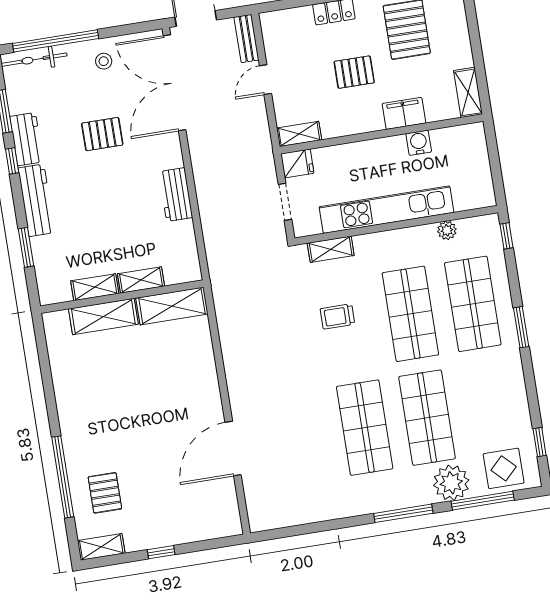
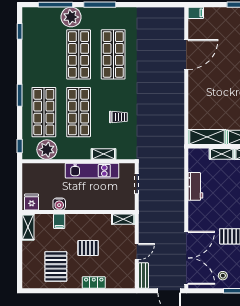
filing cabinet: (404, 113) -> (59, 221), width x0.50
fridge: (297, 163) -> (32, 202), moved, turned 90
workbench: (176, 195) -> (195, 186), moved
kitchen unit: (387, 210) -> (92, 171), width x0.73
plant: (447, 230) -> (47, 150), width x1.87, depth x1.87
shelving: (331, 249) -> (103, 154), moved
display table: (504, 468) -> (41, 20), removed
filing cabinet: (228, 526) -> (196, 13), added

